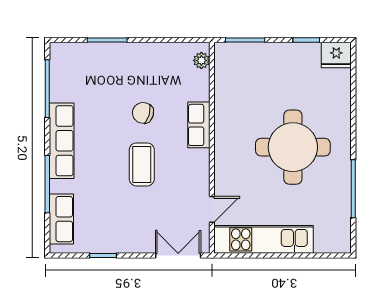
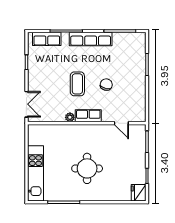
plant: (201, 60) -> (70, 117), moved
row of seats: (199, 125) -> (88, 116), moved
round table: (293, 147) -> (87, 168), width x0.73, depth x0.73
coffee table: (142, 164) -> (77, 84), turned 90
door: (212, 209) -> (121, 123), moved
kitchen unit: (264, 239) -> (35, 173), moved

